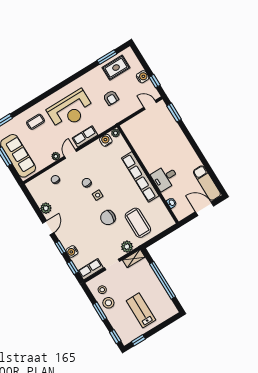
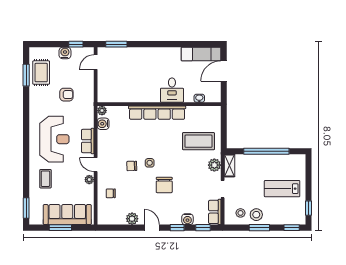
chair: (108, 218) -> (164, 185), moved

